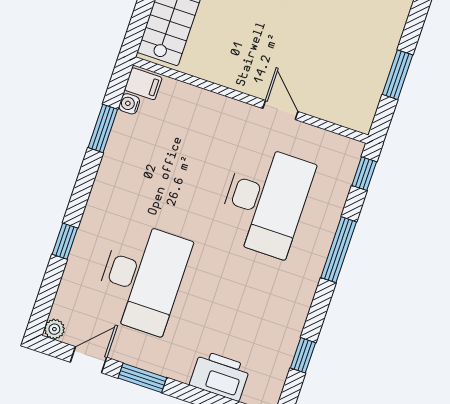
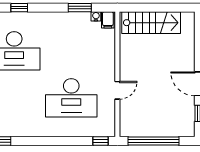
window: (397, 75) -> (154, 141), width x2.11
window: (339, 250) -> (60, 141), removed

